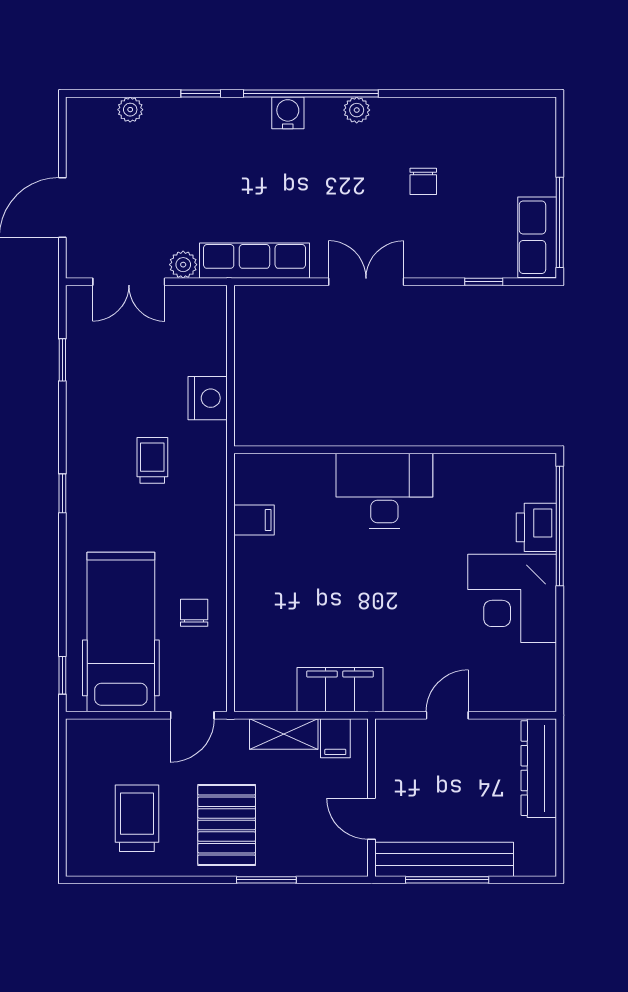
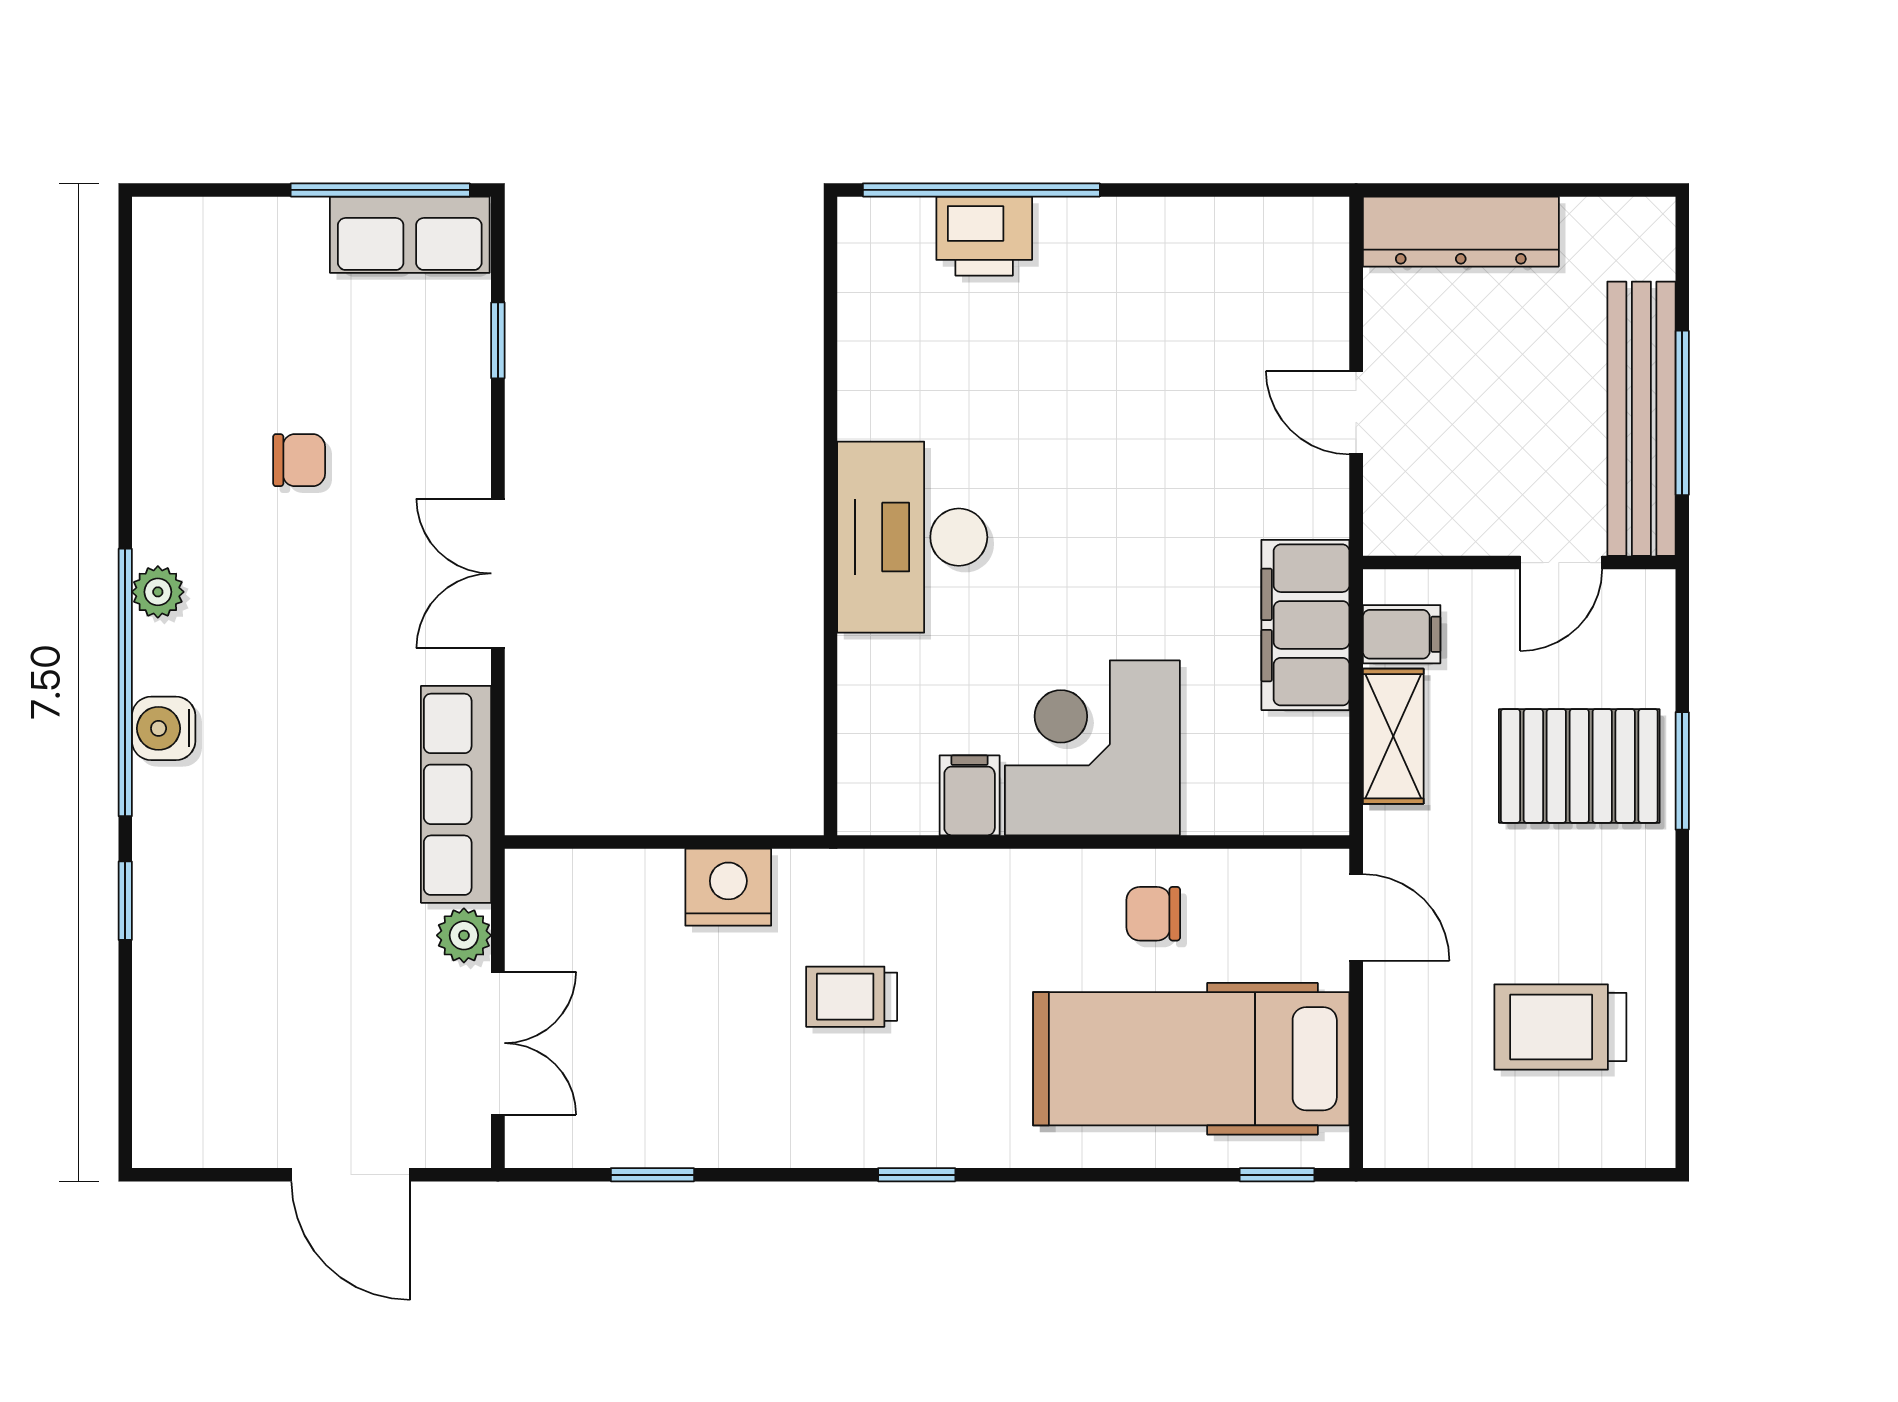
plant: (130, 110) -> (157, 1040), removed
corner desk: (512, 598) -> (1092, 748), moved, turned 180
pallet: (227, 825) -> (1579, 766), moved

